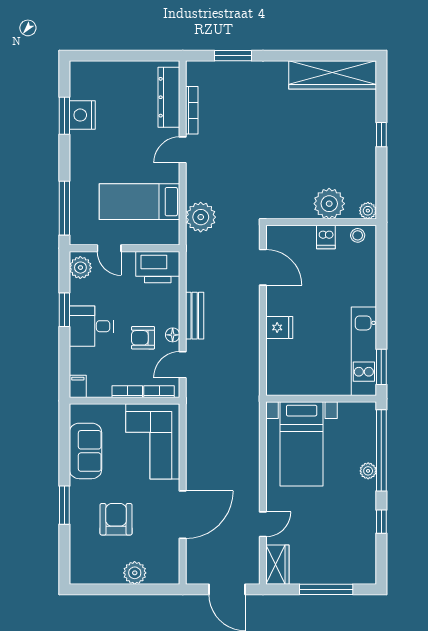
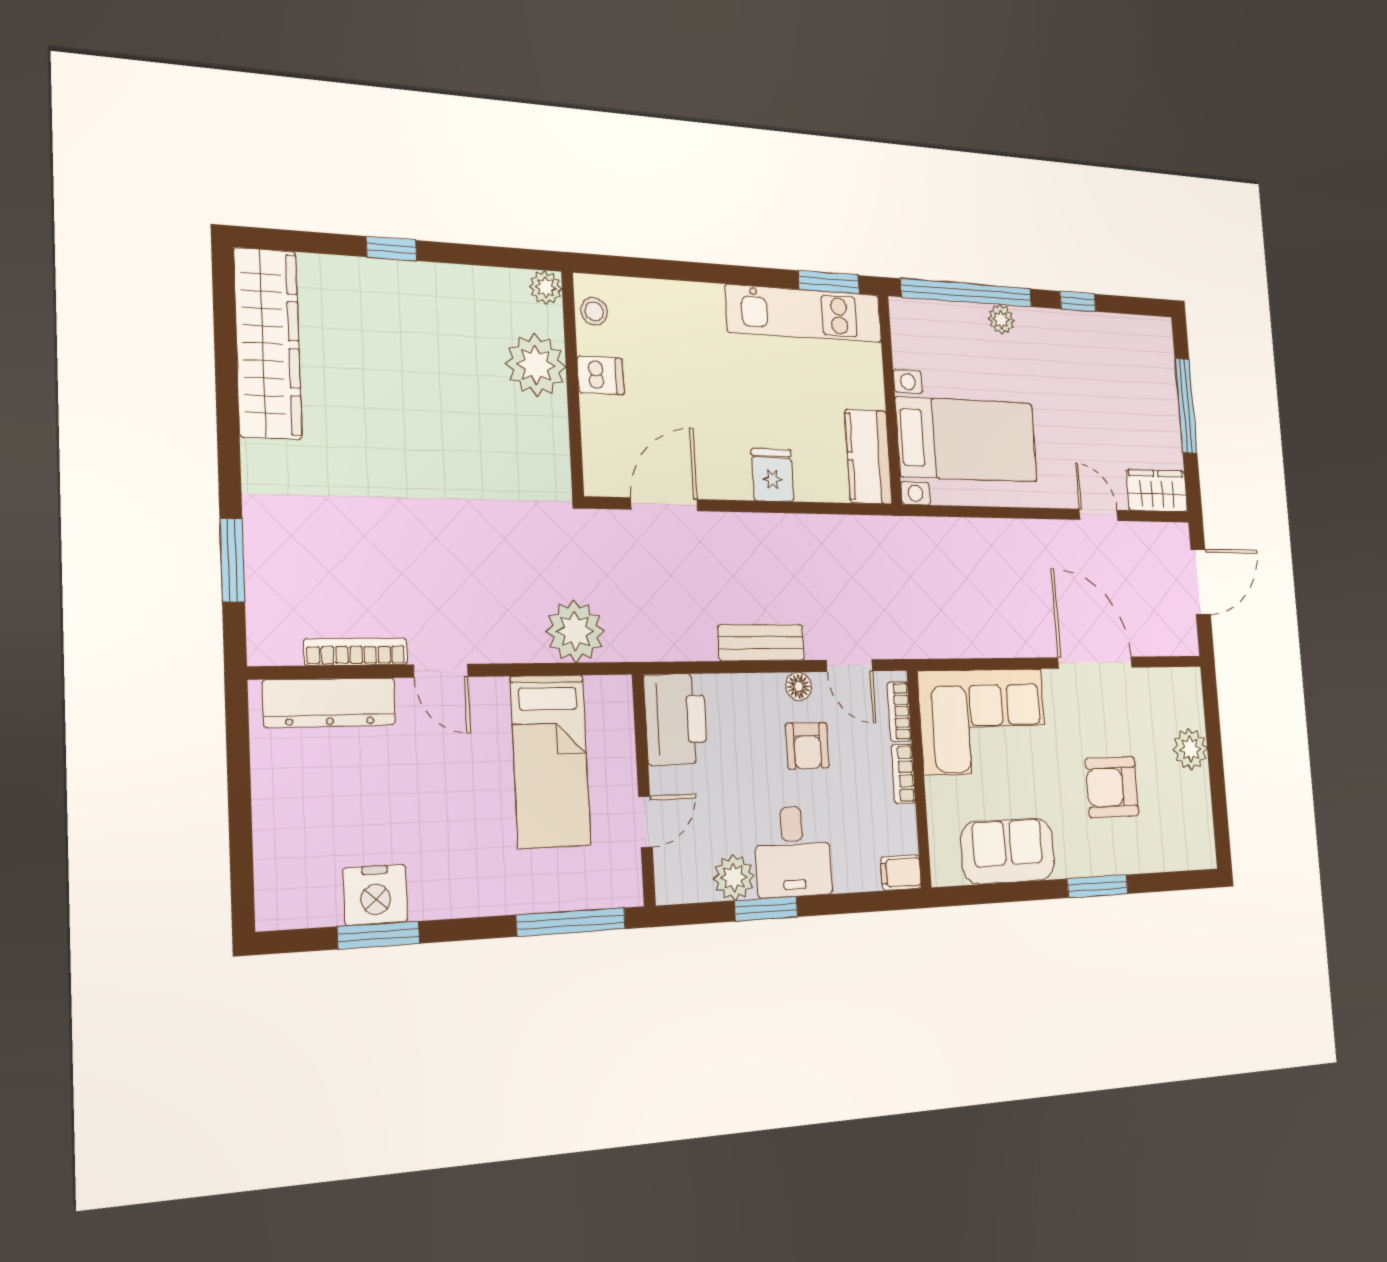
plant: (80, 268) -> (734, 877), moved
kitchen counter: (290, 383) -> (868, 457), added

